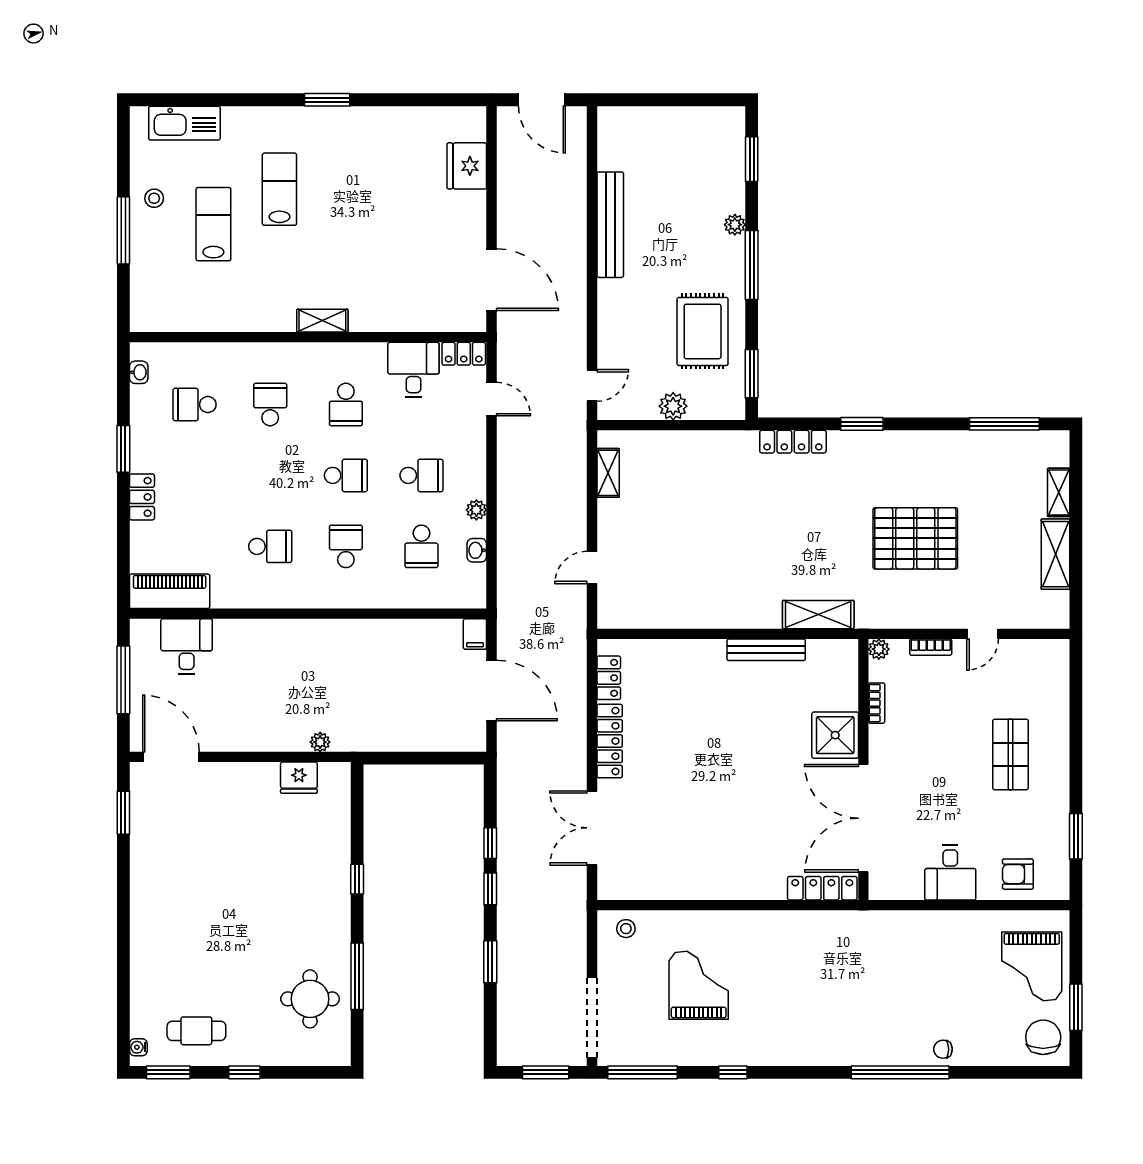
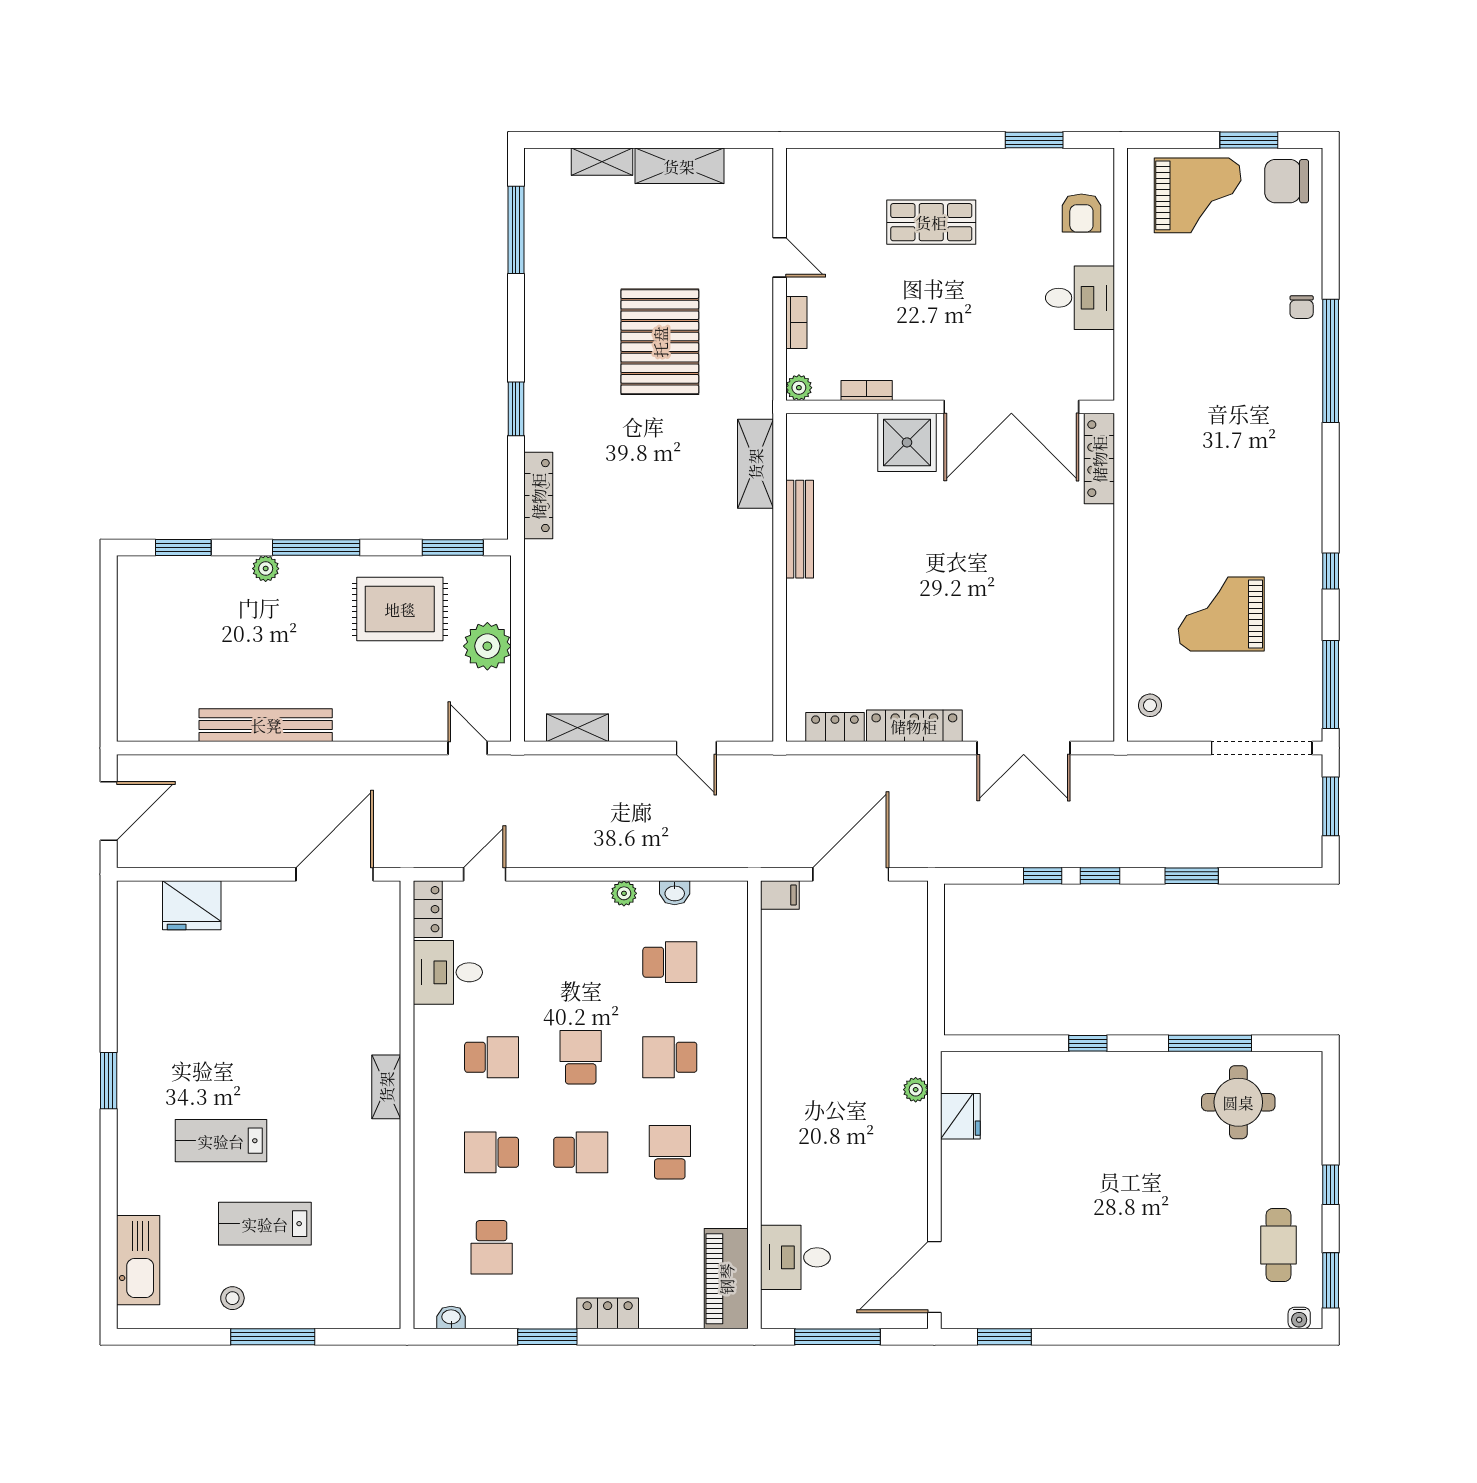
plant: (673, 406) -> (487, 646), width x1.36, depth x1.36
school desk: (421, 475) -> (581, 1152), moved, turned 90

